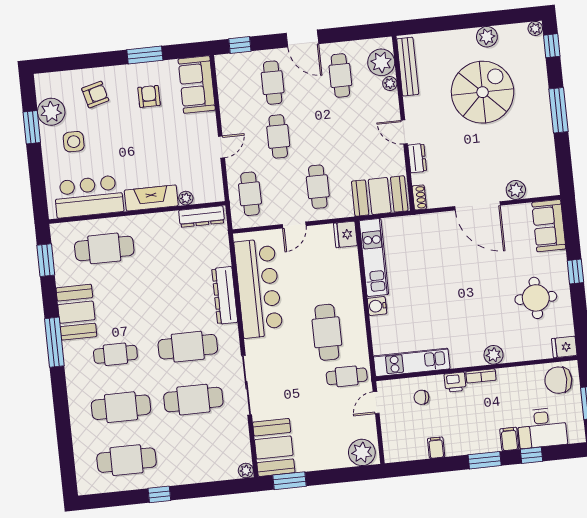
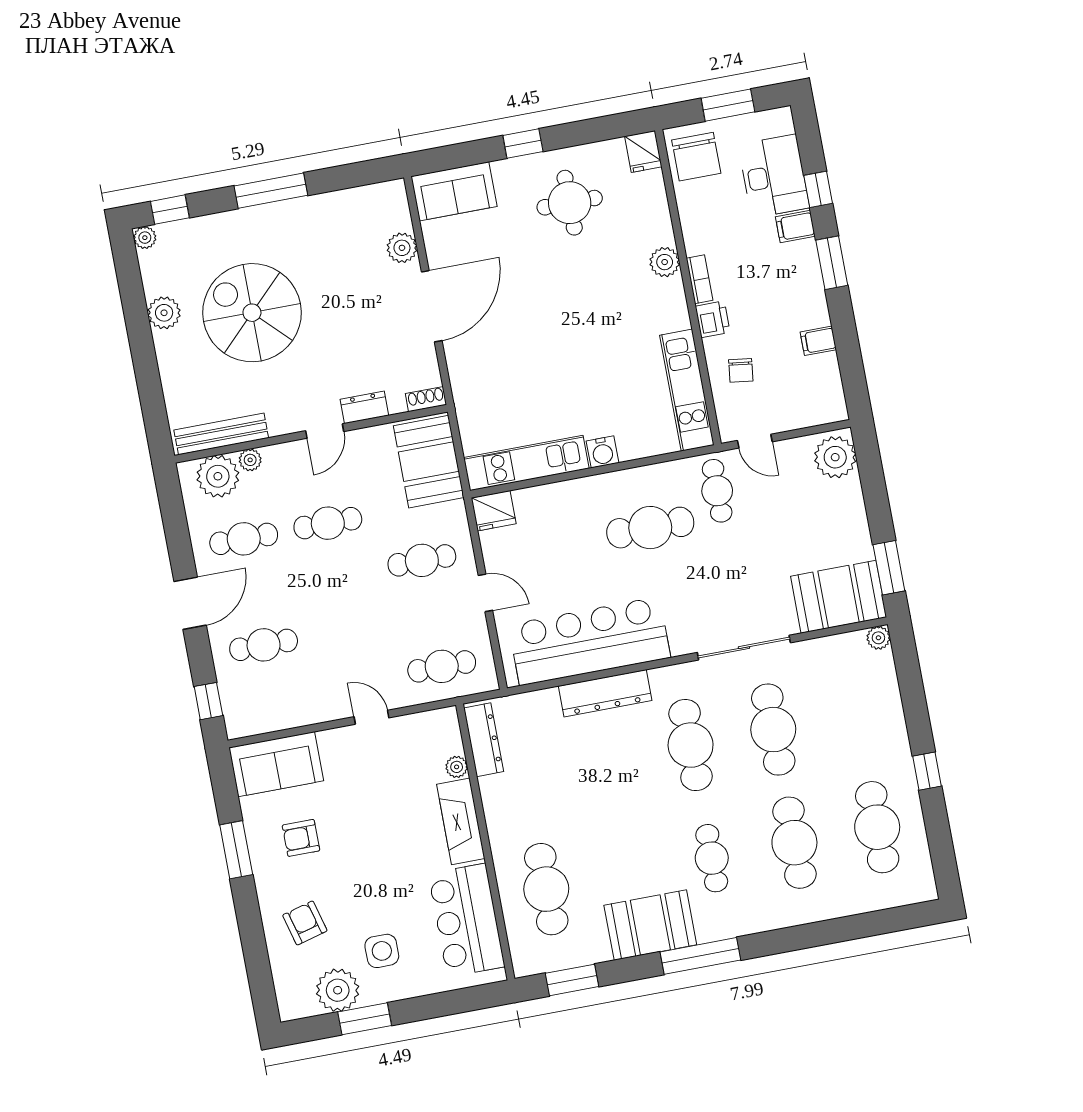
cafe table: (278, 136) -> (328, 523), moved

